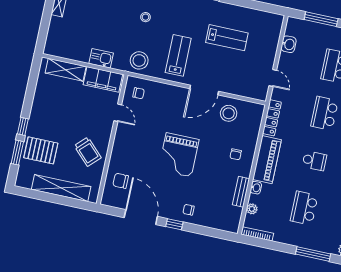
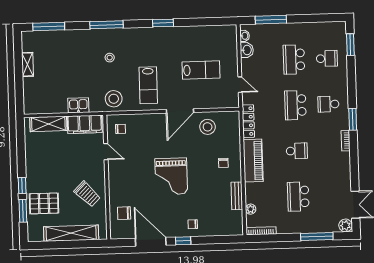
lab bench: (227, 38) -> (201, 70), moved
lab bench: (178, 55) -> (148, 85), turned 180
washbasin: (256, 188) -> (245, 36), moved

